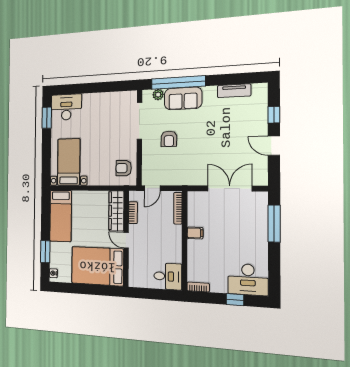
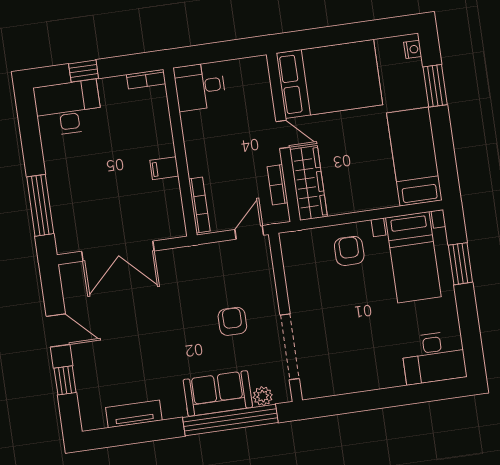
window: (47, 118) -> (460, 264), moved
armchair: (124, 168) -> (349, 251), moved, turned -90

